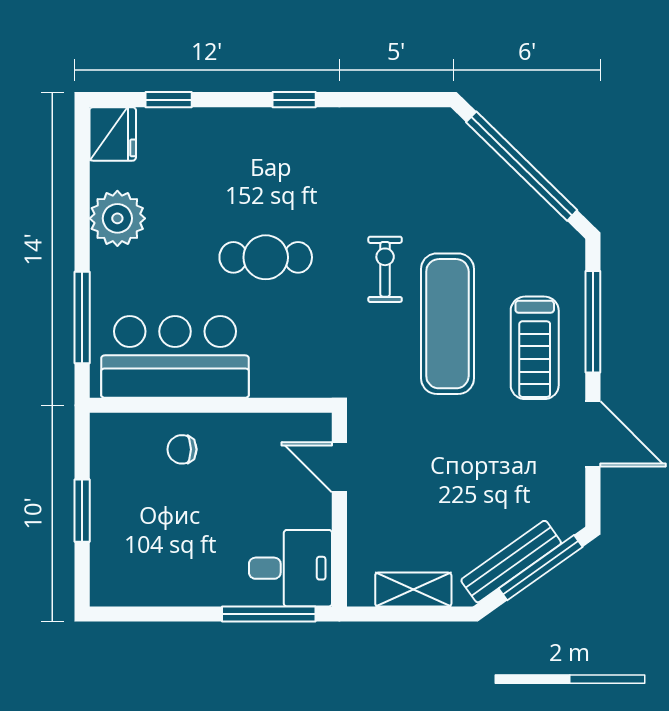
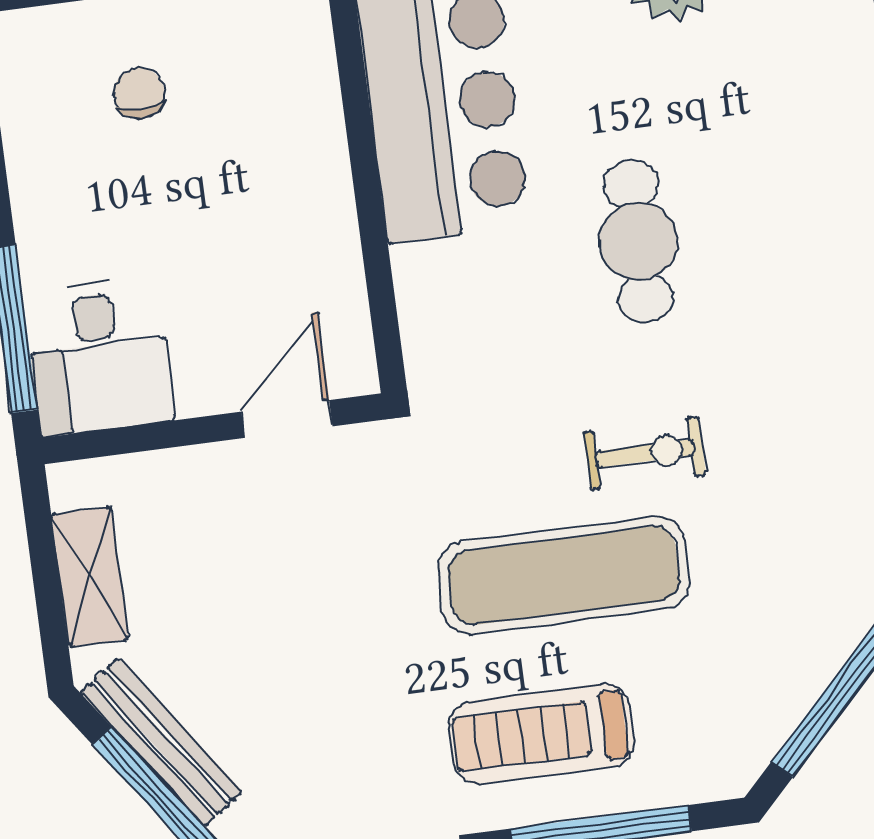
chair: (182, 449) -> (139, 93), moved

